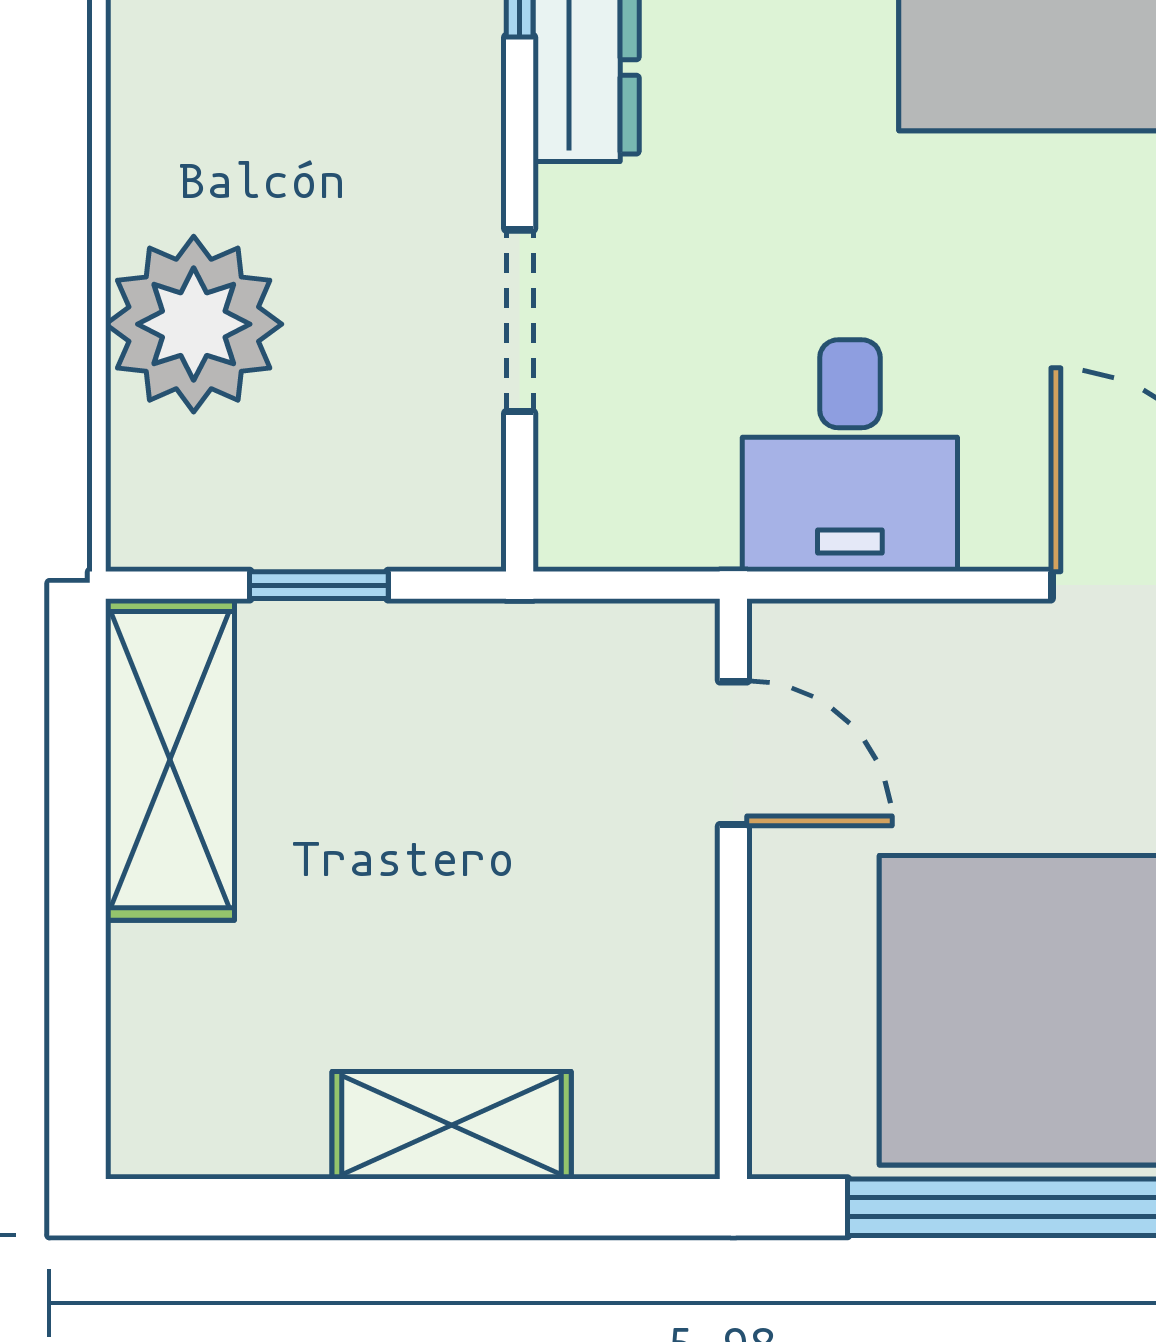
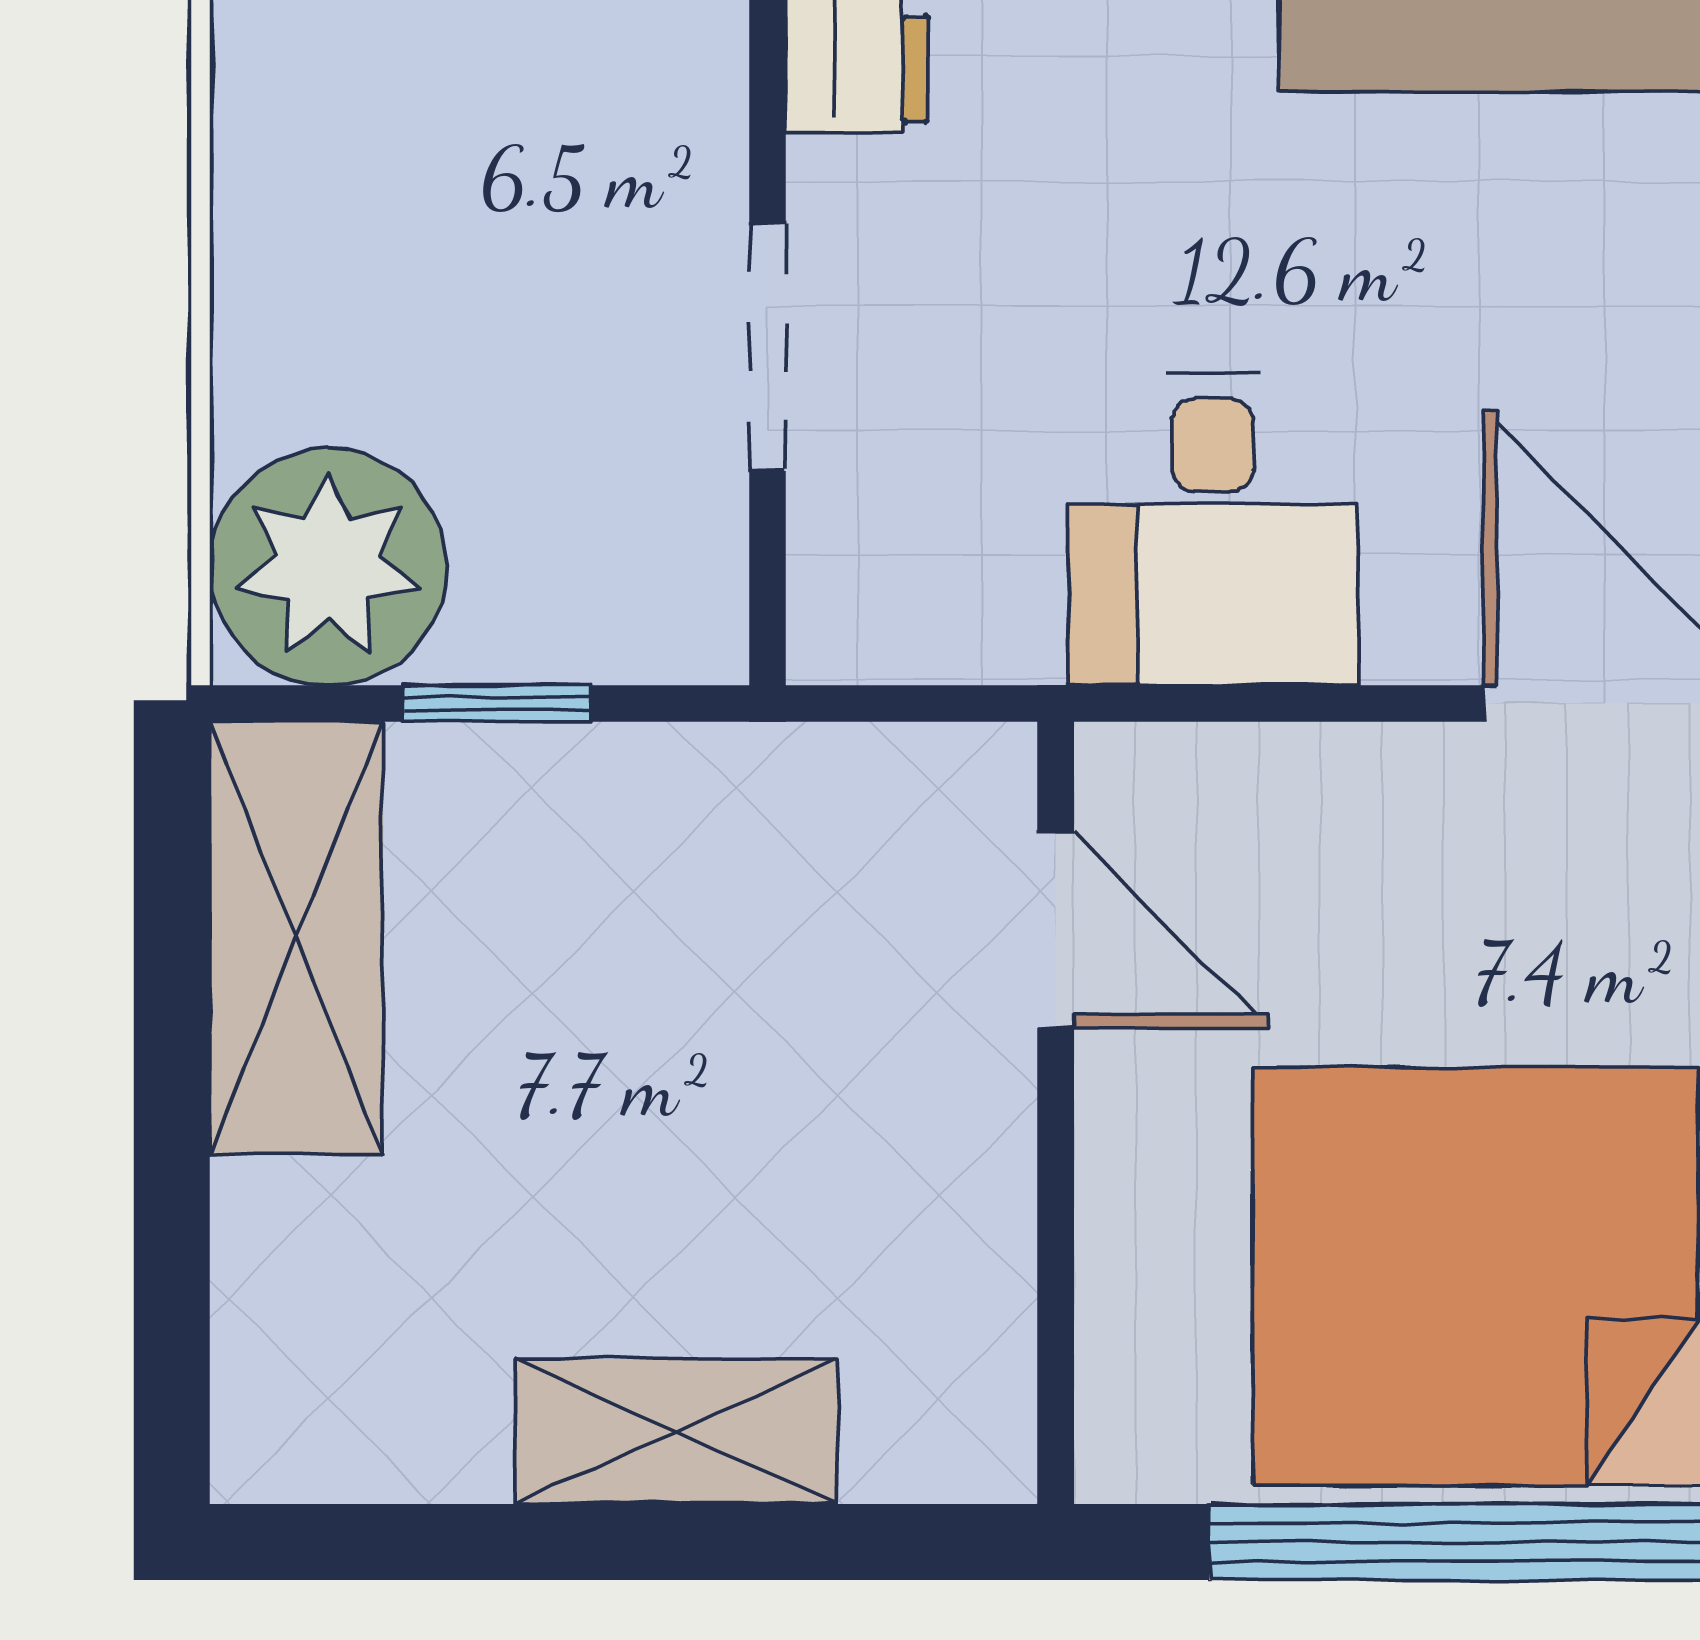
plant: (194, 324) -> (328, 567), moved

